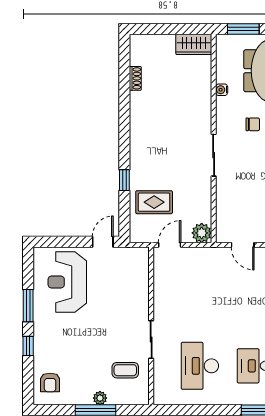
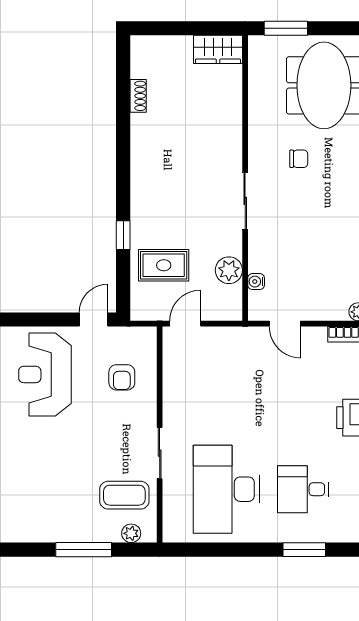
water cooler: (222, 90) -> (256, 282), moved
plant: (202, 233) -> (229, 270), moved
desk: (200, 366) -> (226, 489), width x1.36, depth x1.30
coffee table: (125, 370) -> (124, 495), width x1.36, depth x1.30
armchair: (50, 382) -> (122, 377), moved
plant: (100, 398) -> (131, 533), moved

